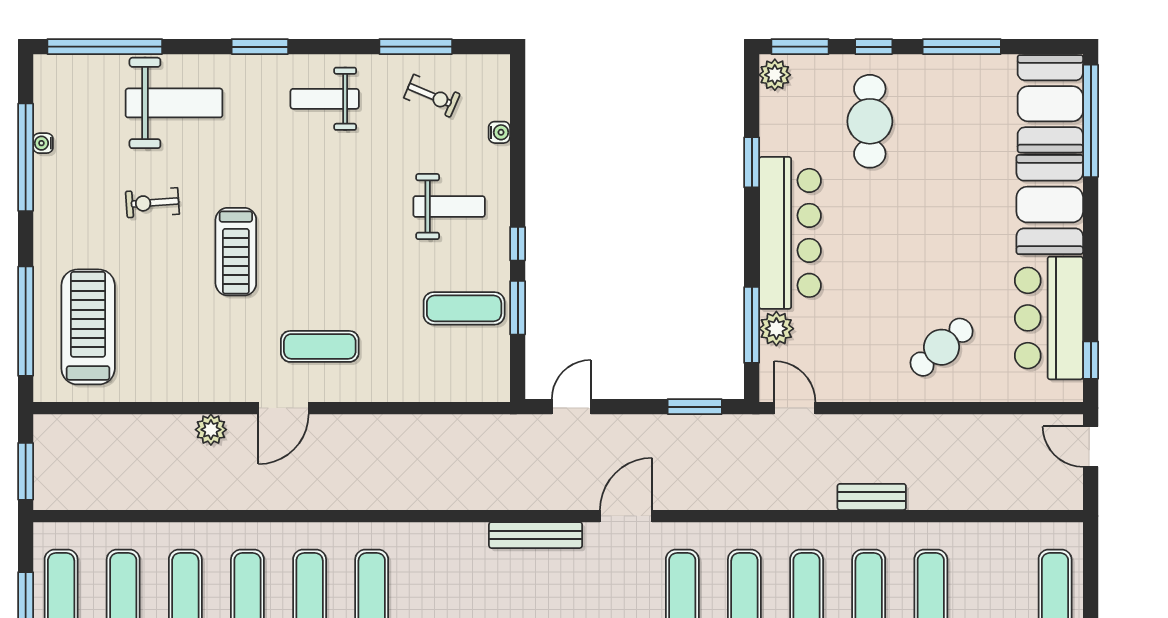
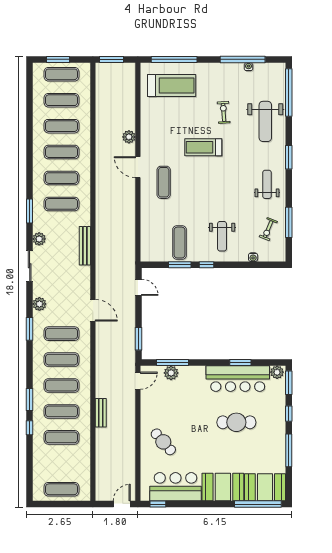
cafe table: (870, 121) -> (236, 422), moved
bar counter: (790, 233) -> (238, 379), moved
bench: (536, 535) -> (85, 246), moved

